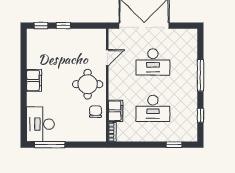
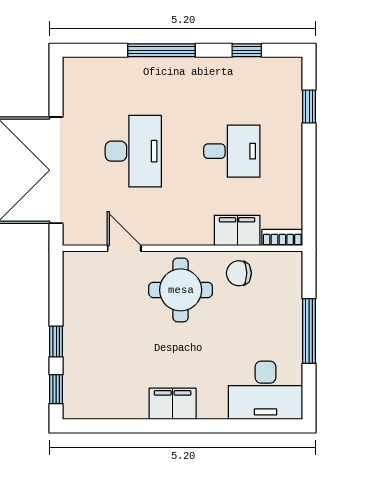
desk: (153, 108) -> (232, 151), width x0.73
window: (50, 145) -> (309, 331), moved

